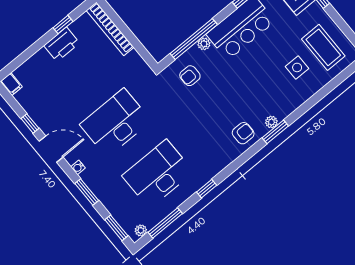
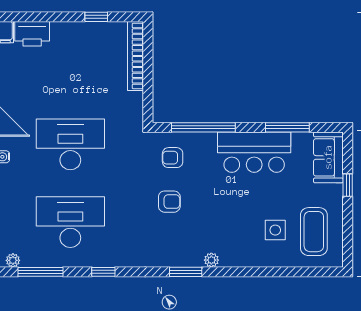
printer: (62, 44) -> (32, 34), moved
plant: (204, 44) -> (209, 139), removed
window: (275, 132) -> (186, 272), moved
armchair: (243, 133) -> (169, 202), moved

